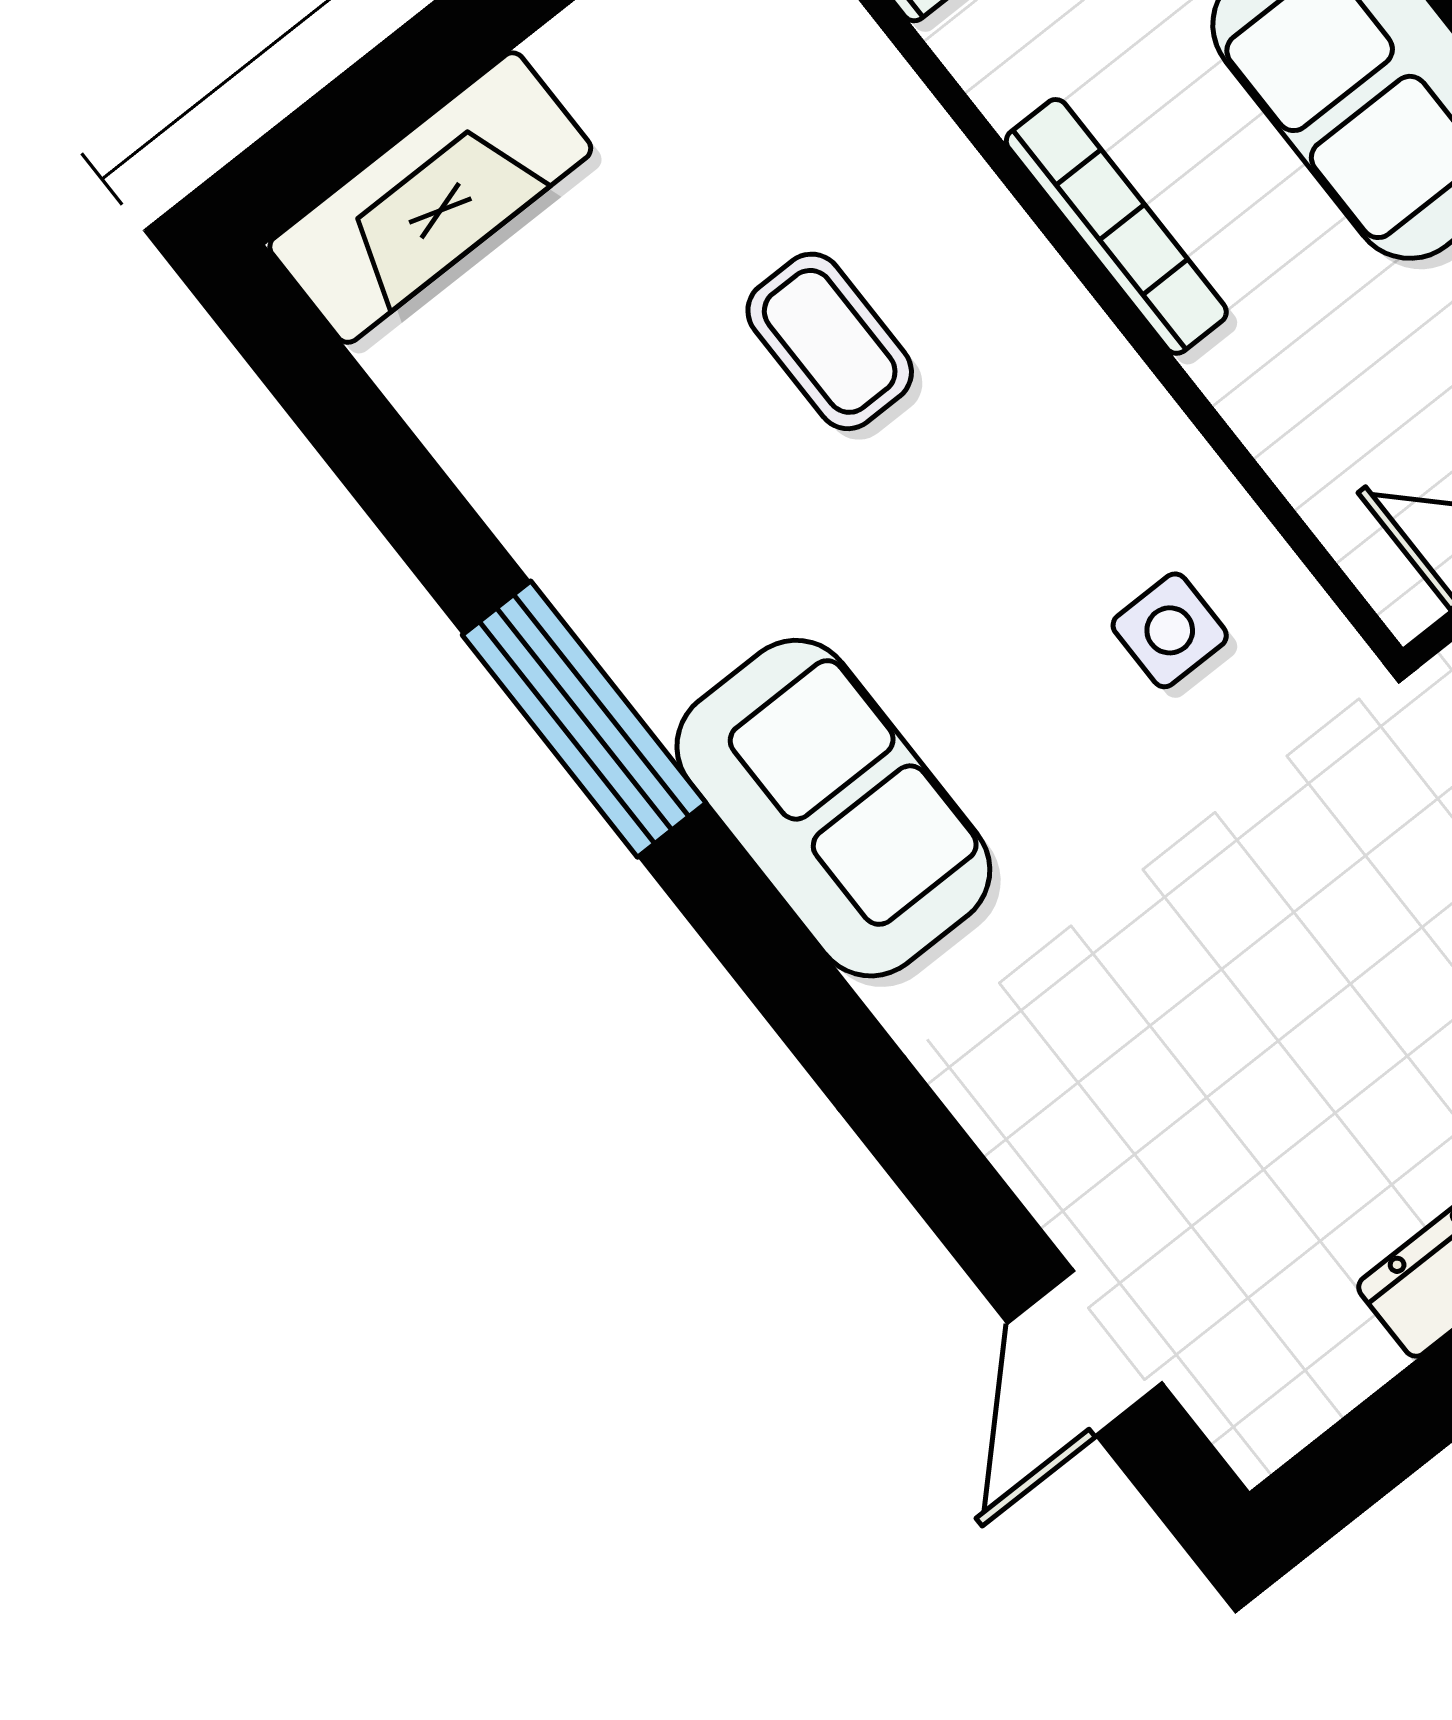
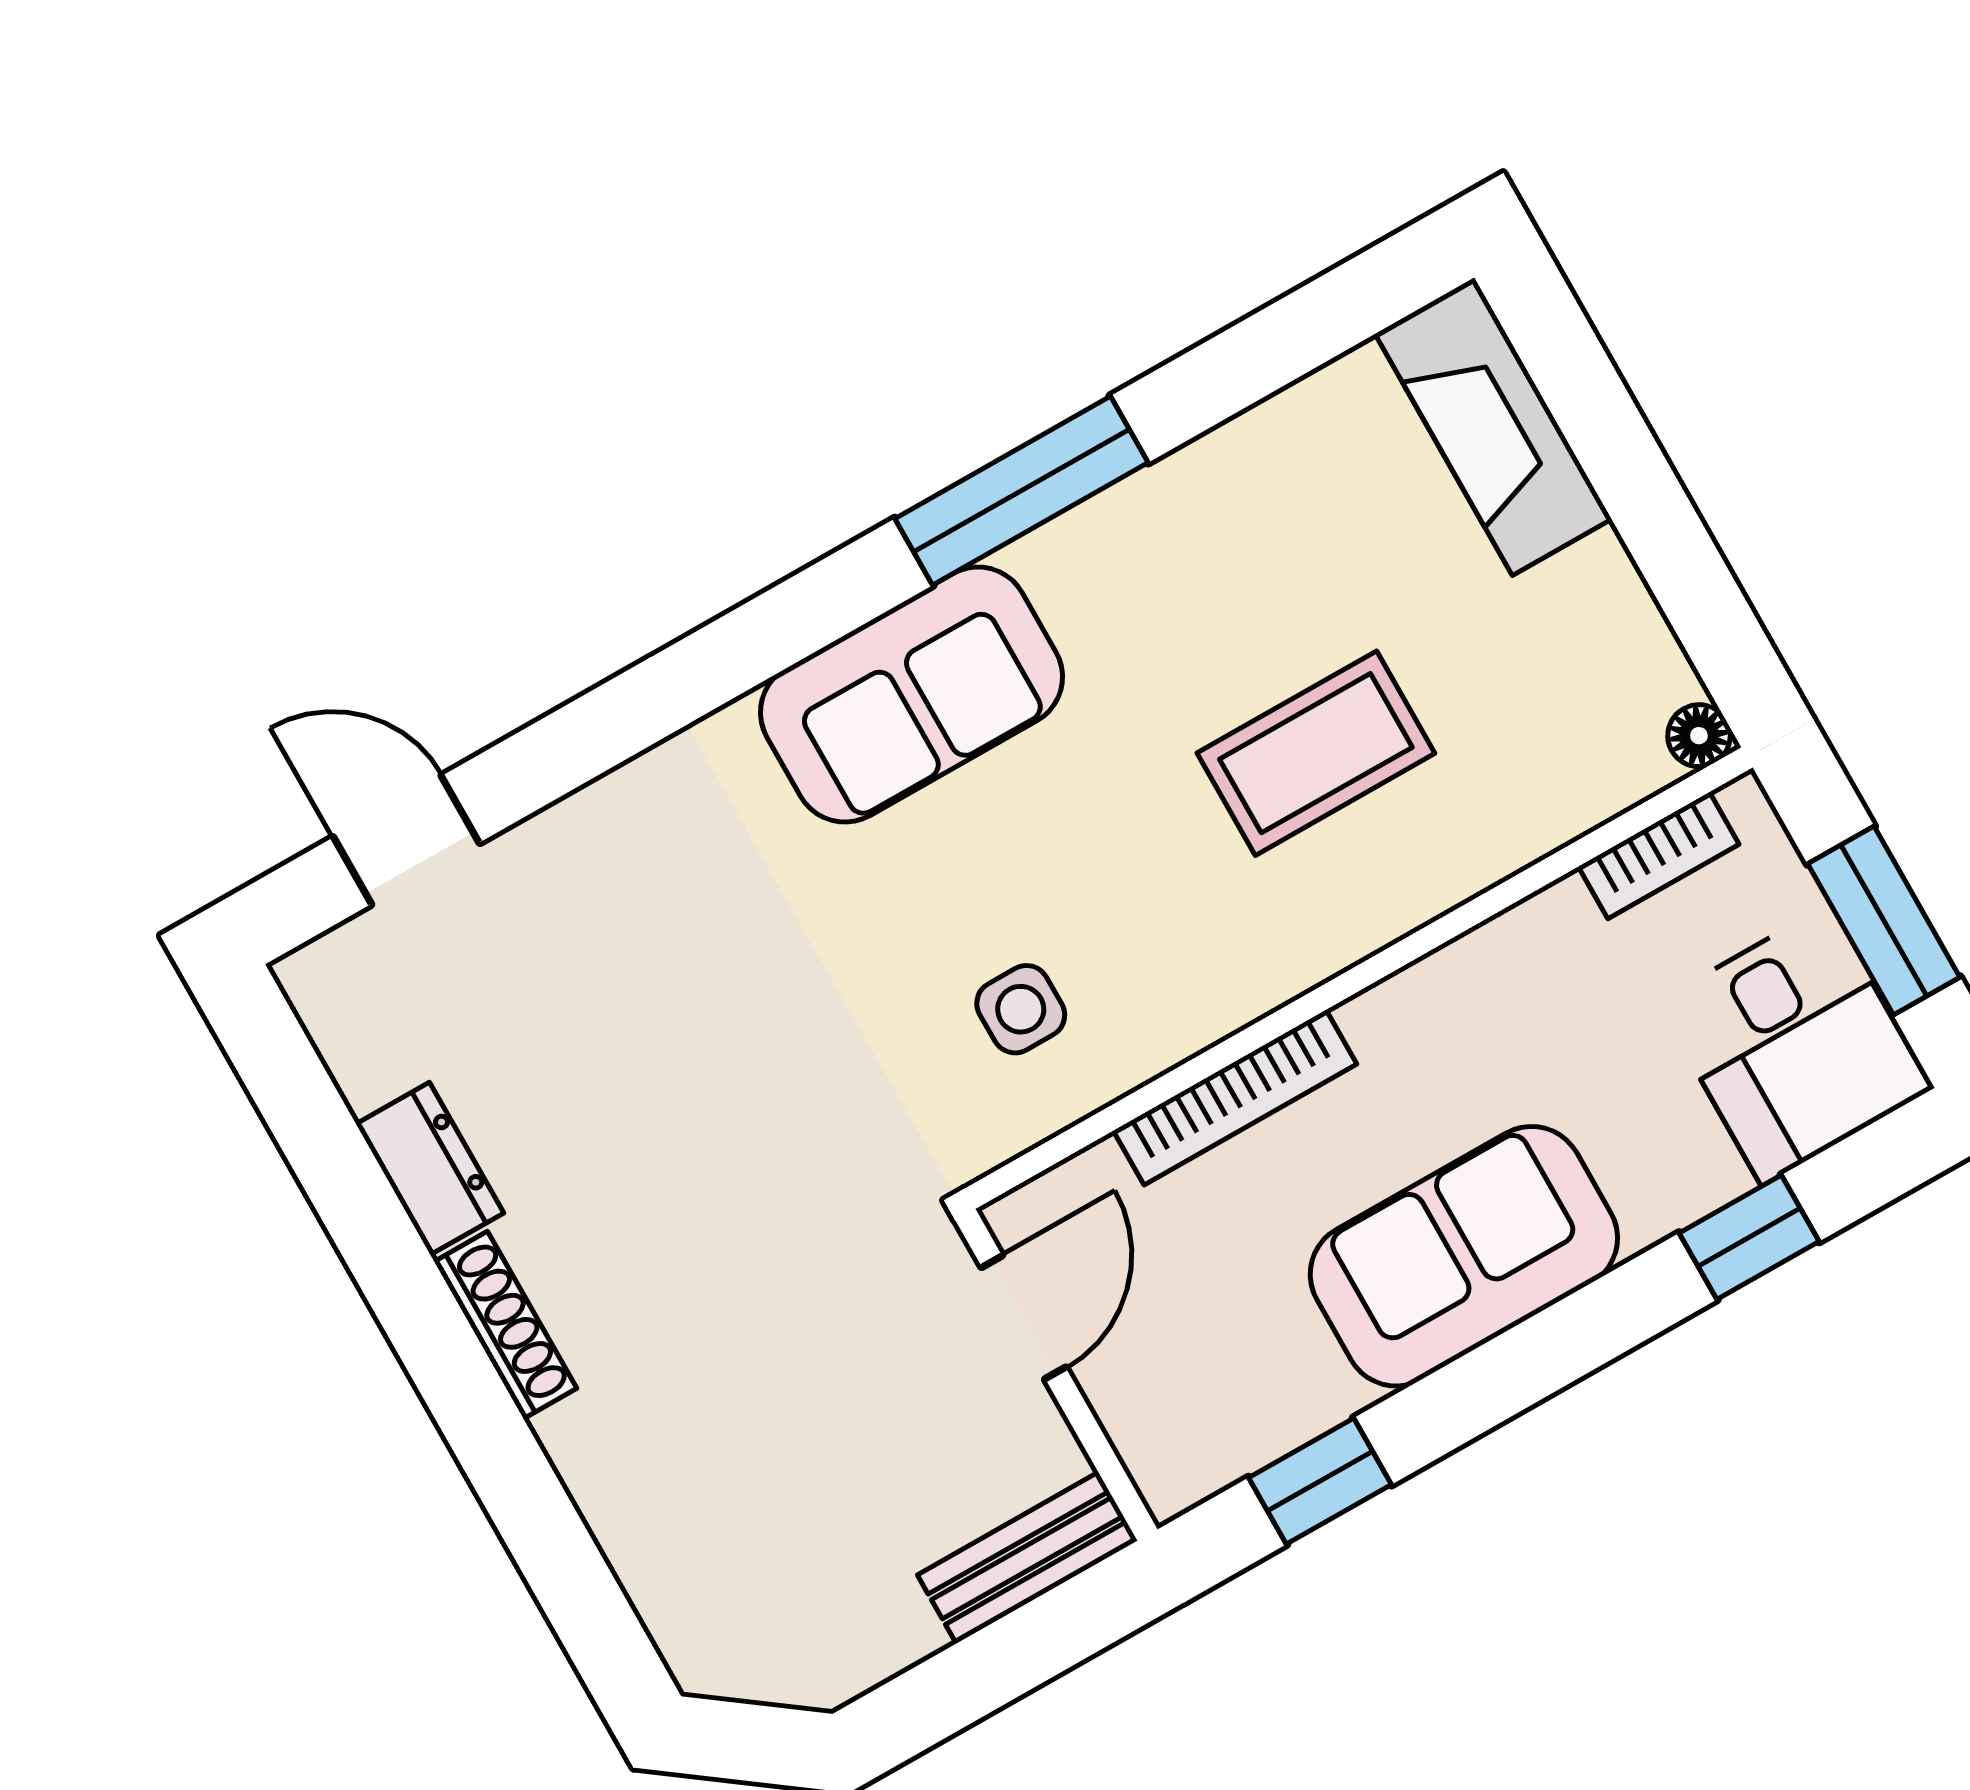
bookcase: (1116, 226) -> (1235, 1097), moved
coffee table: (830, 341) -> (1316, 753), width x1.36, depth x1.30

